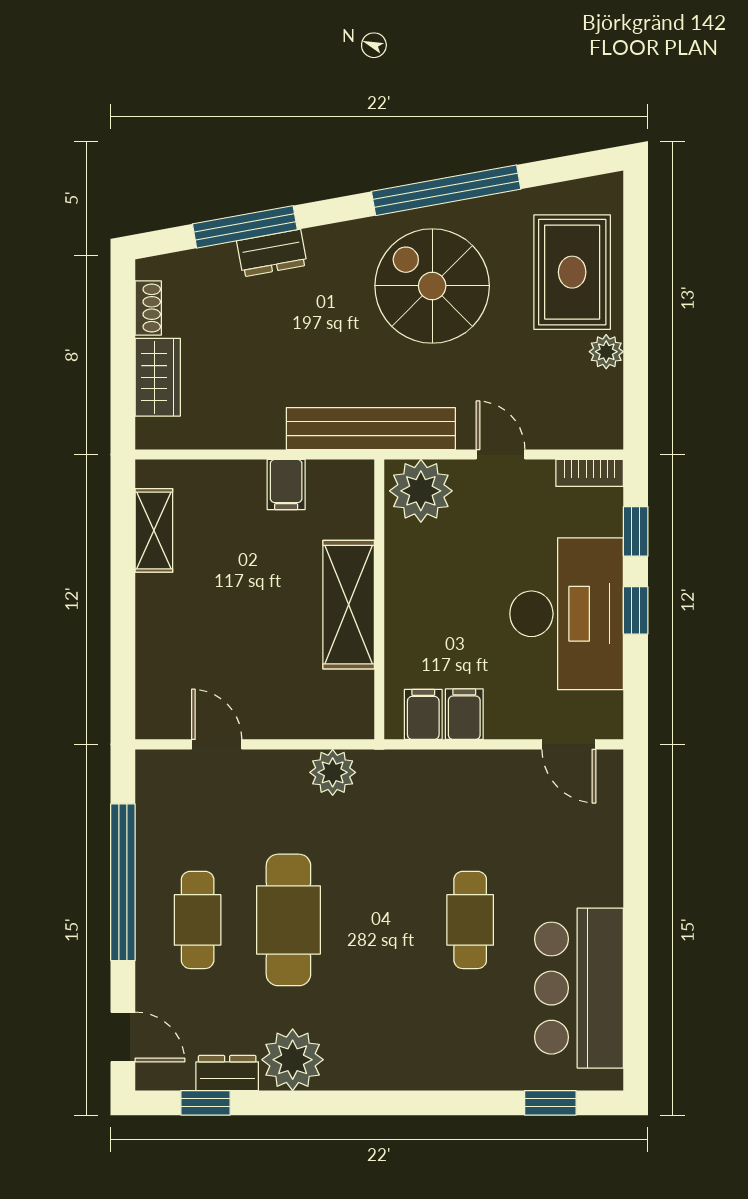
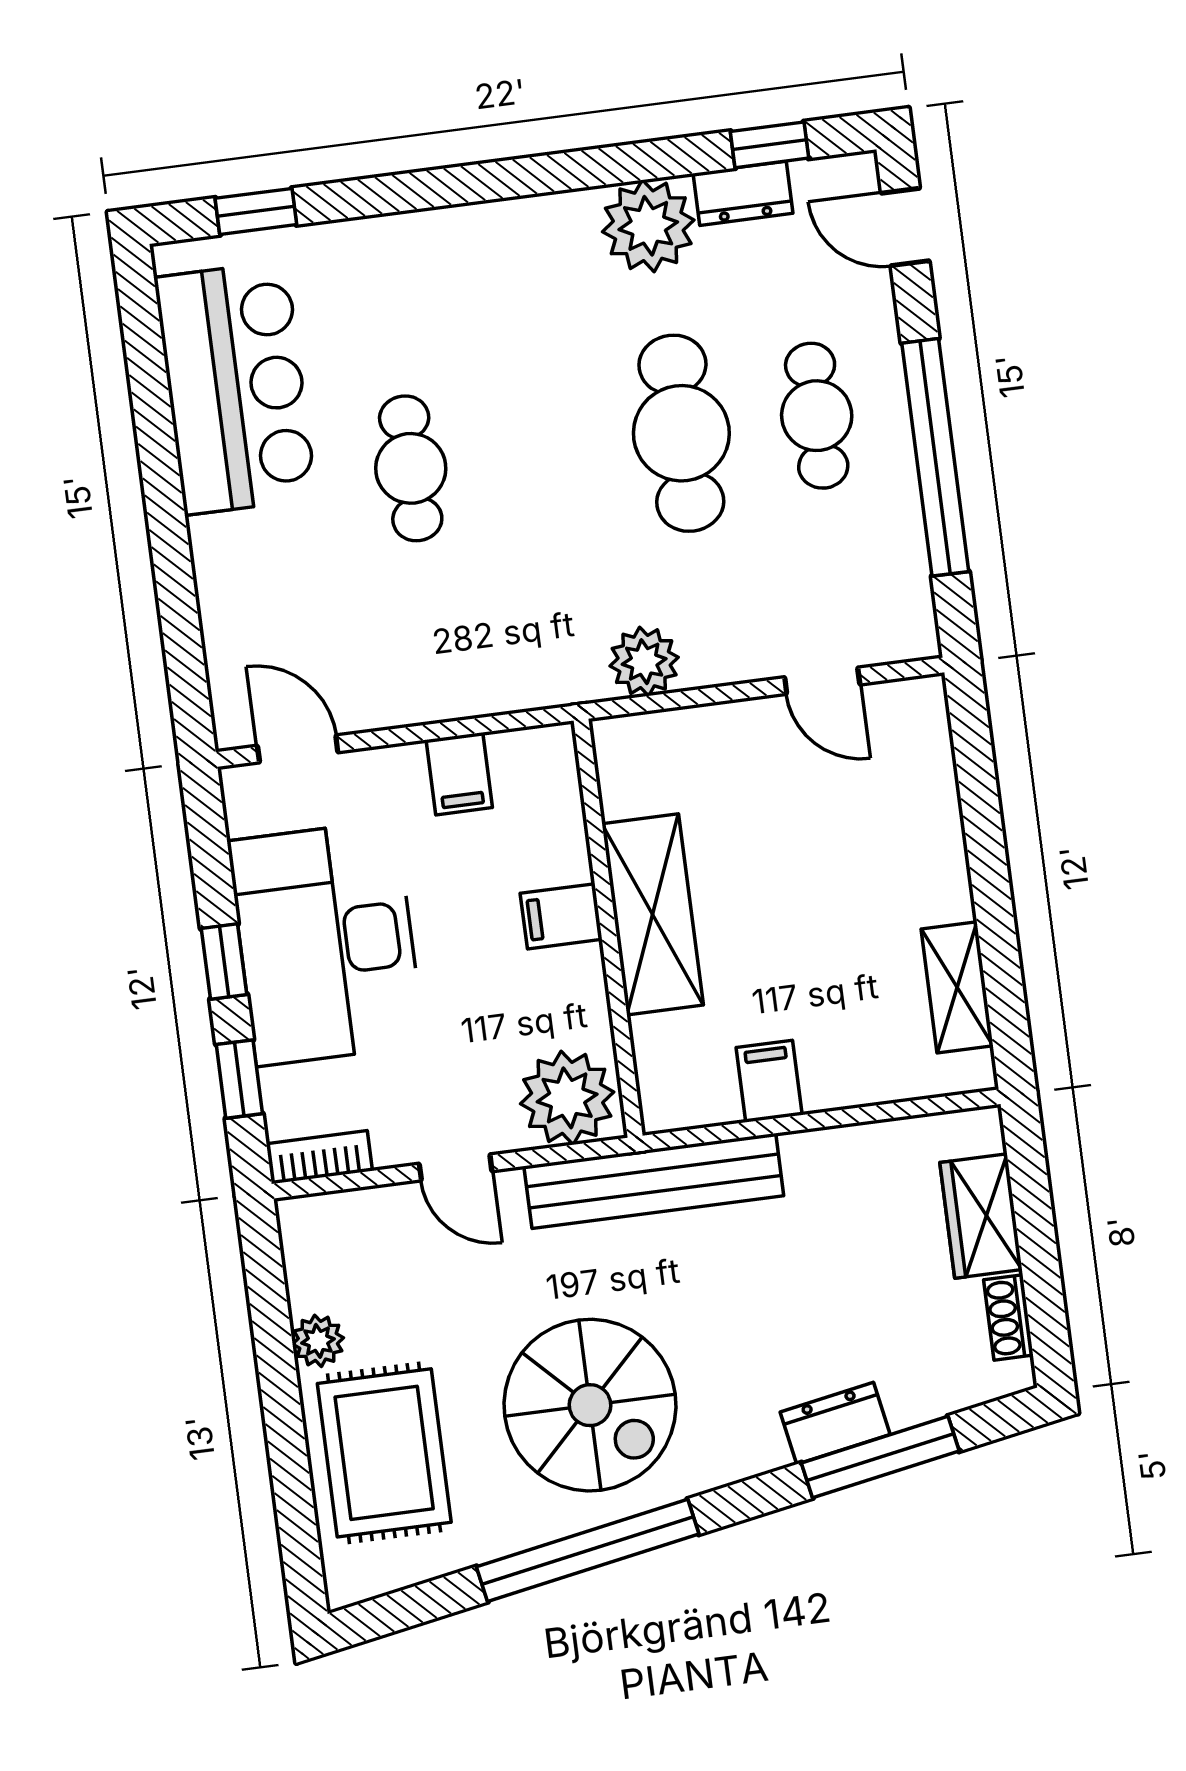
filing cabinet: (423, 714) -> (561, 916), moved, turned 90

